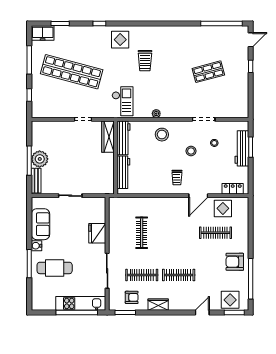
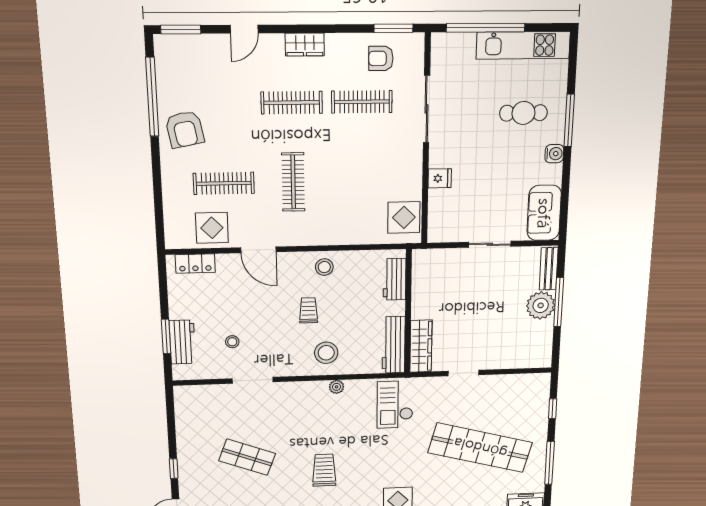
trolley: (145, 61) -> (324, 470), moved
shop shelf: (208, 72) -> (247, 457), turned 36
workbench: (242, 148) -> (182, 342), width x0.73
stool: (191, 151) -> (324, 267), moved
workbench: (123, 172) -> (395, 279), width x0.73
trolley: (177, 178) -> (308, 310), moved
door: (198, 196) -> (258, 250), swing flipped
sofa: (40, 224) -> (544, 213), moved
fridge: (97, 233) -> (440, 178), width x0.53, depth x0.75
clothes rail: (142, 233) -> (293, 182), moved
armchair: (235, 262) -> (185, 129), turned 79
cafe table: (55, 268) -> (523, 113), width x0.73, depth x0.74
display table: (230, 300) -> (404, 217), moved
kitchen unit: (81, 303) -> (523, 45), moved
wardrobe: (158, 305) -> (305, 45), moved

